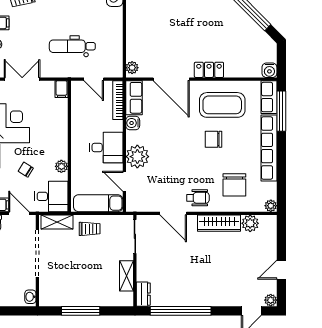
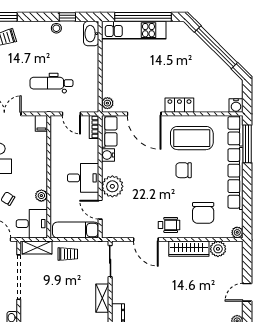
bookcase: (118, 100) -> (94, 127), width x0.64

